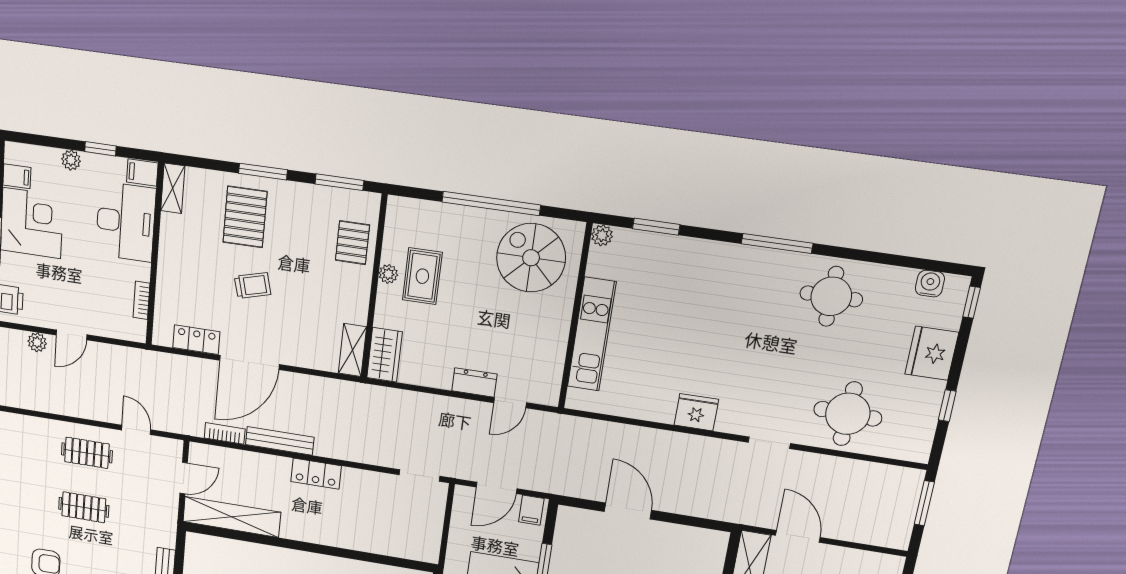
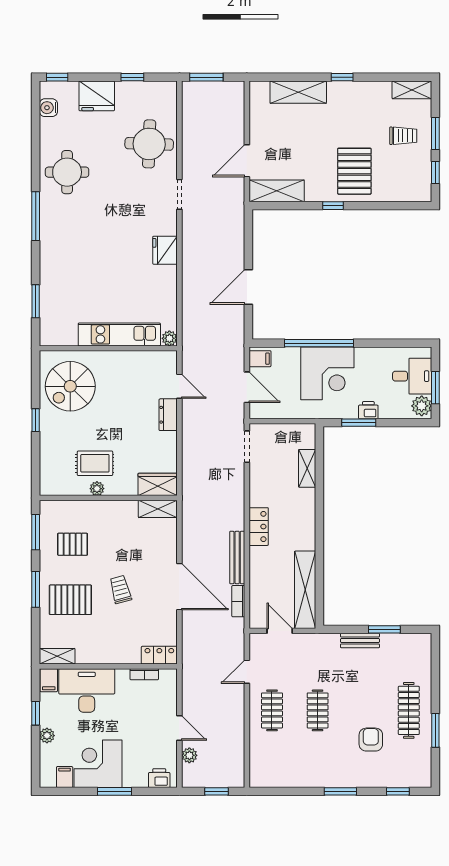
window: (491, 203) -> (36, 420), width x0.32
plant: (602, 235) -> (169, 338), moved
pallet: (352, 243) -> (73, 544), moved
locker: (196, 340) -> (159, 655), moved, turned 90
shelving: (383, 545) -> (307, 468), added

